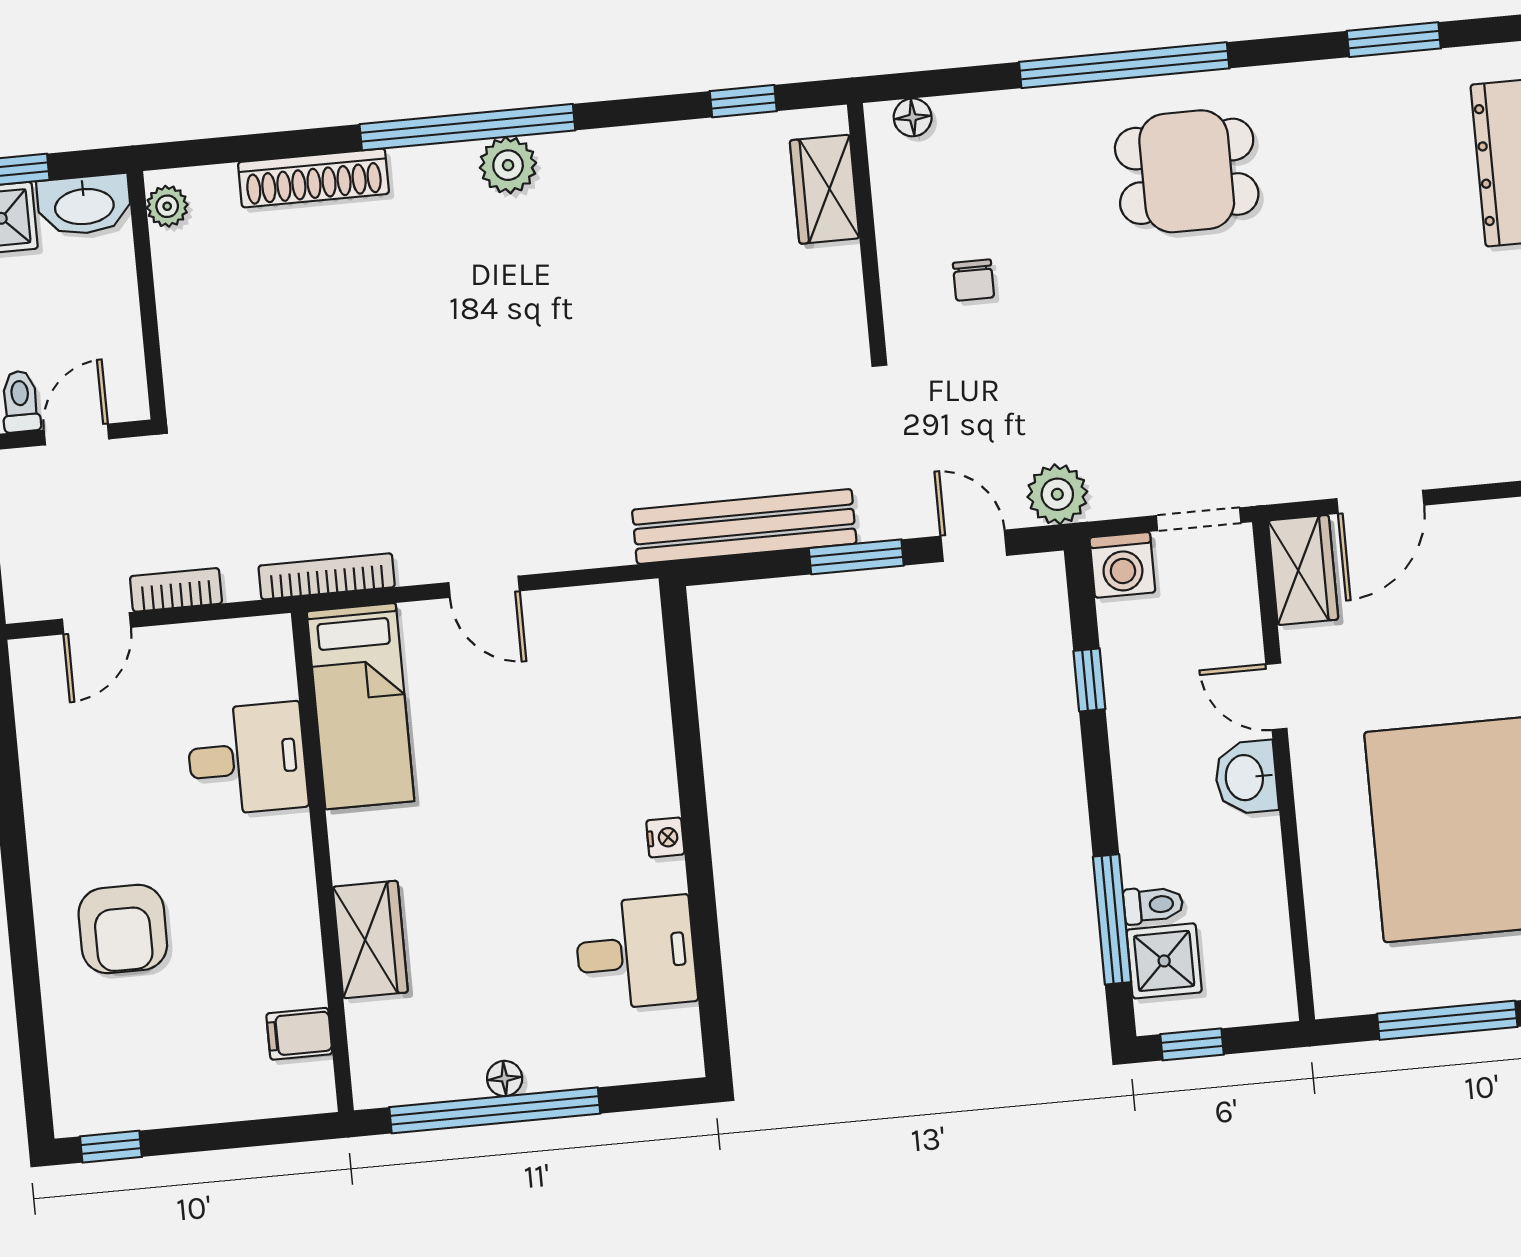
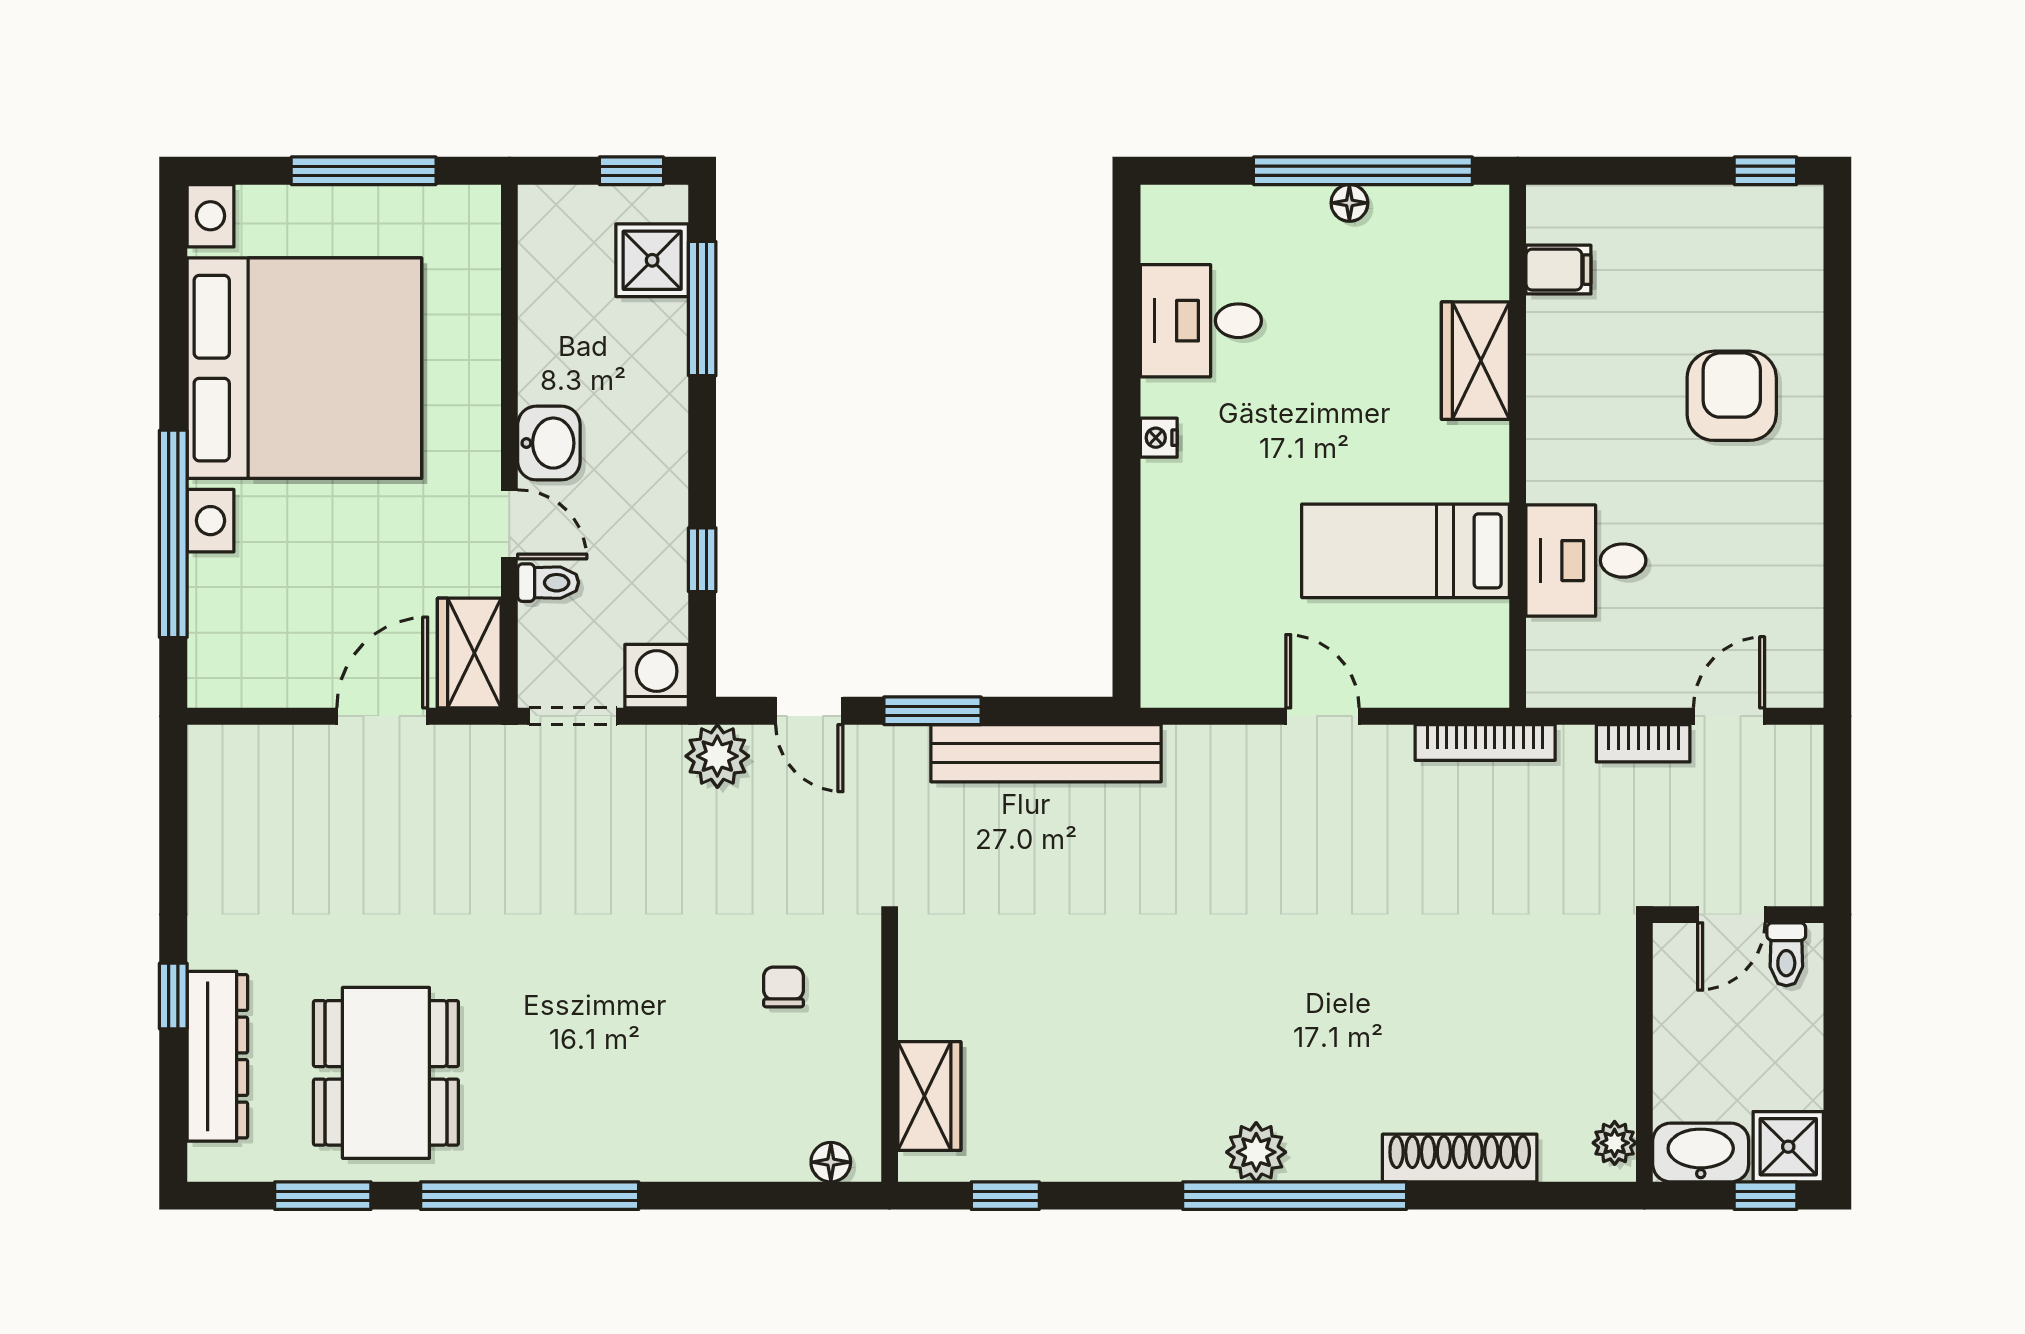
window: (1124, 65) -> (530, 1196), moved
dining table: (1187, 171) -> (386, 1073), moved, width x1.37
bed: (361, 706) -> (1406, 551), moved, turned -90
toilet: (1153, 905) -> (548, 583), moved, turned 180

